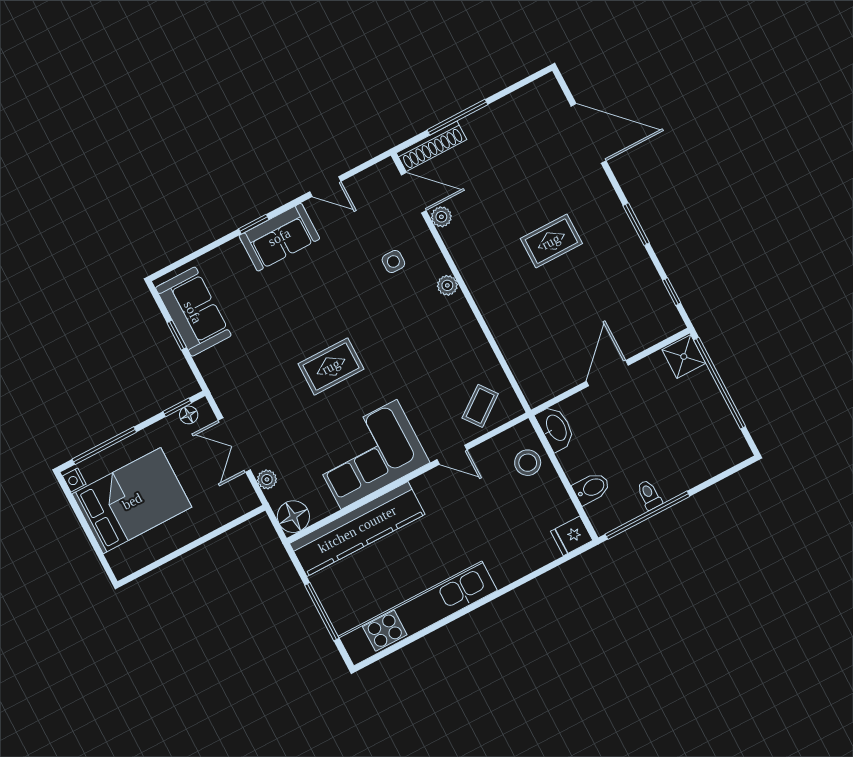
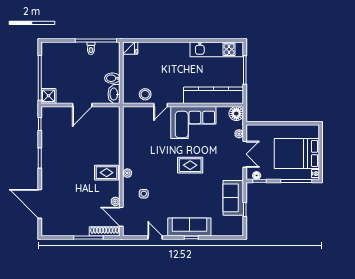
sofa: (279, 237) -> (189, 227), width x1.36
rug: (551, 241) -> (107, 173), moved
sofa: (193, 312) -> (233, 198), moved
coffee table: (480, 406) -> (139, 119), removed
door: (452, 455) -> (161, 105), swing flipped
stool: (528, 463) -> (145, 94), moved
bidet: (592, 488) -> (112, 78), moved
kitchen unit: (418, 613) -> (217, 49), width x0.73

